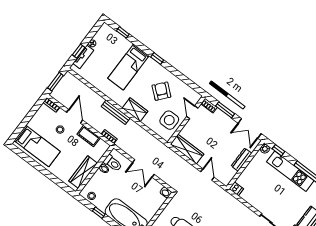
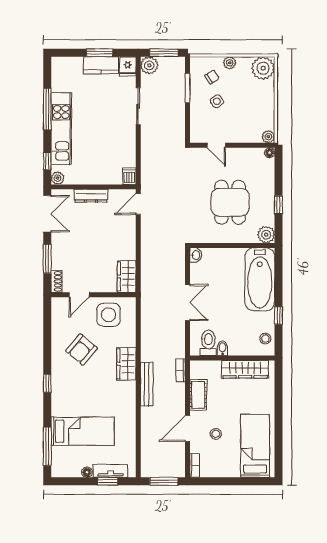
window: (123, 32) -> (47, 446), width x2.17
bed: (128, 67) -> (83, 431), moved
wardrobe: (187, 149) -> (127, 277), width x0.67
door: (207, 175) -> (138, 204), moved

